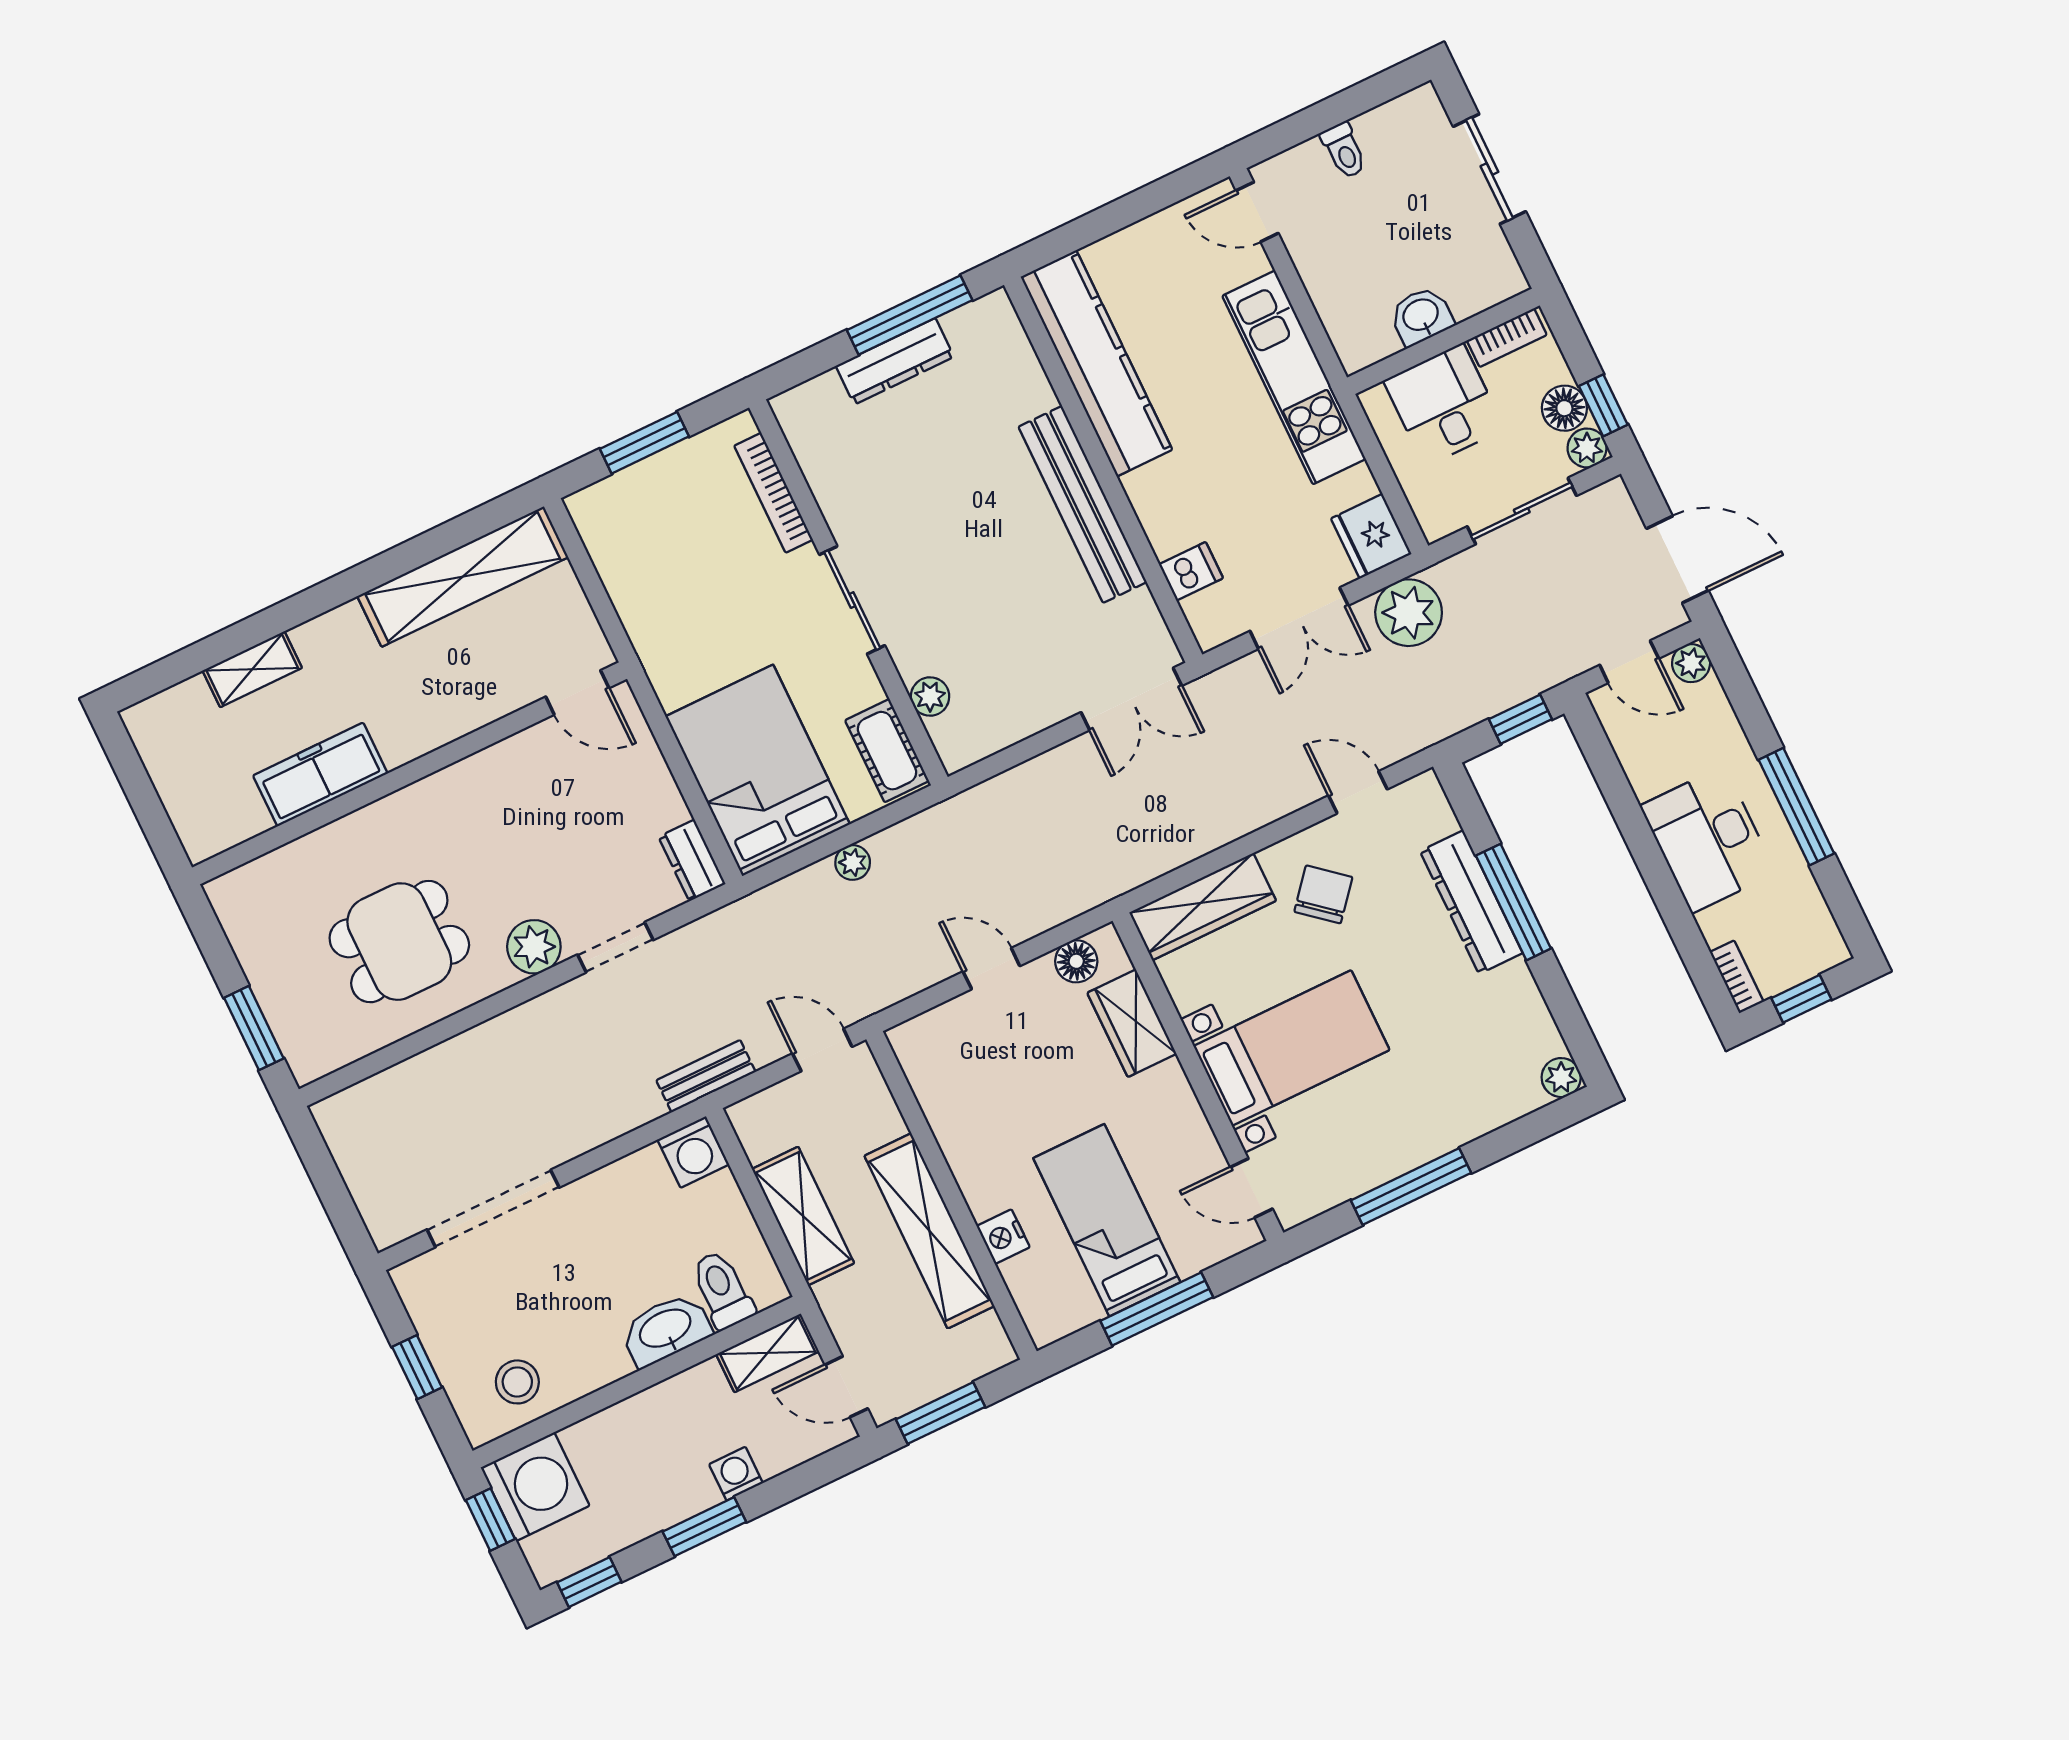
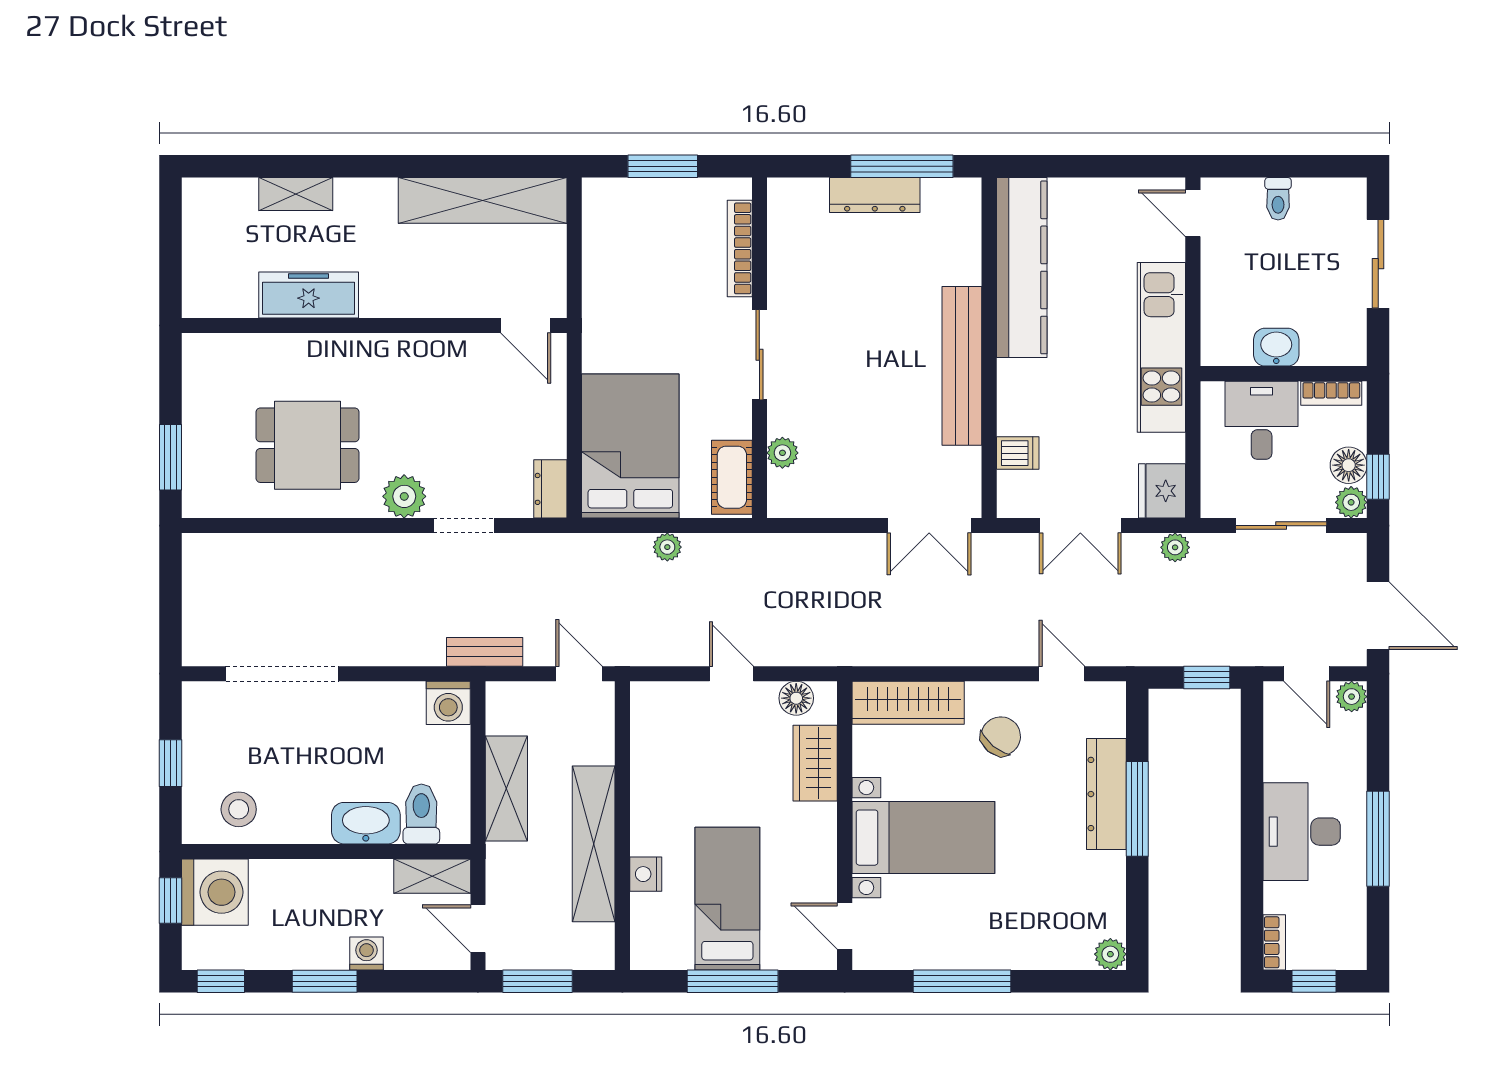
plant: (1409, 613) -> (1175, 547), width x0.53, depth x0.53

